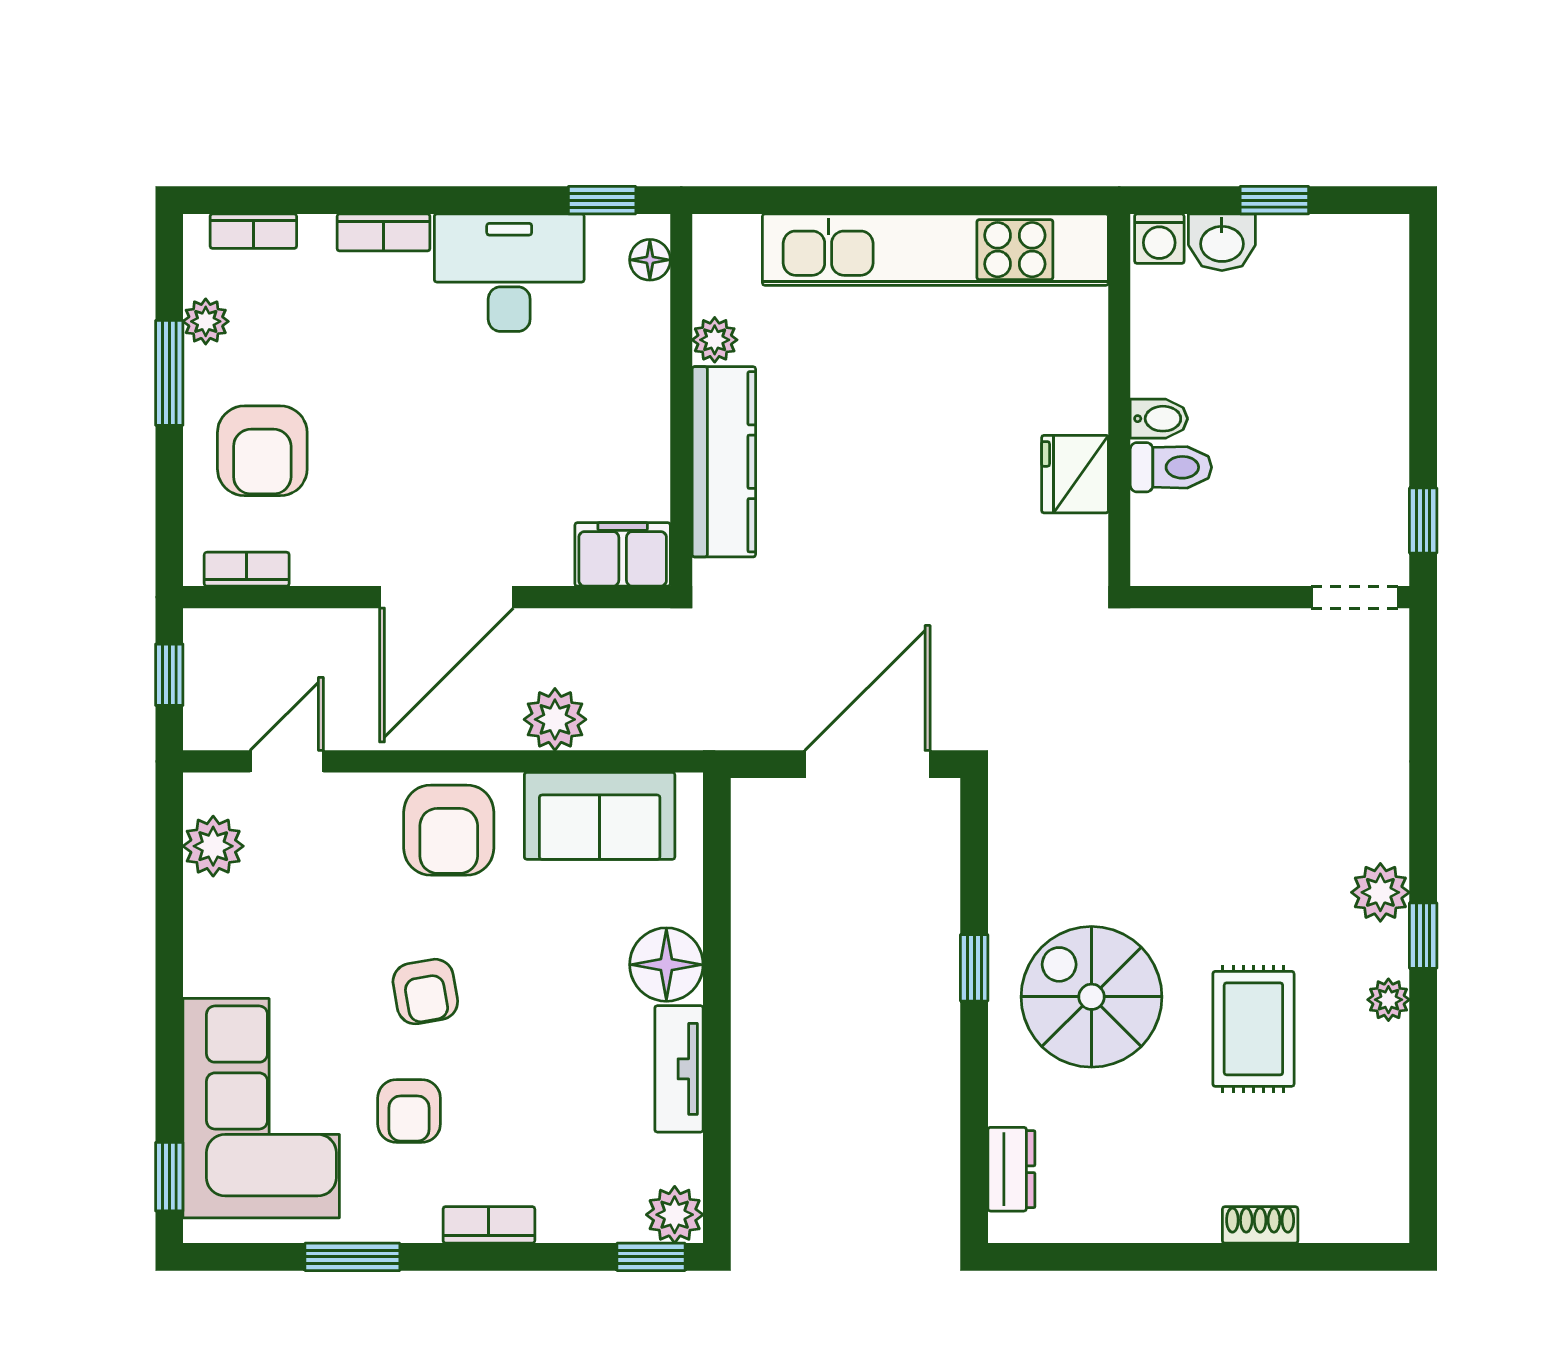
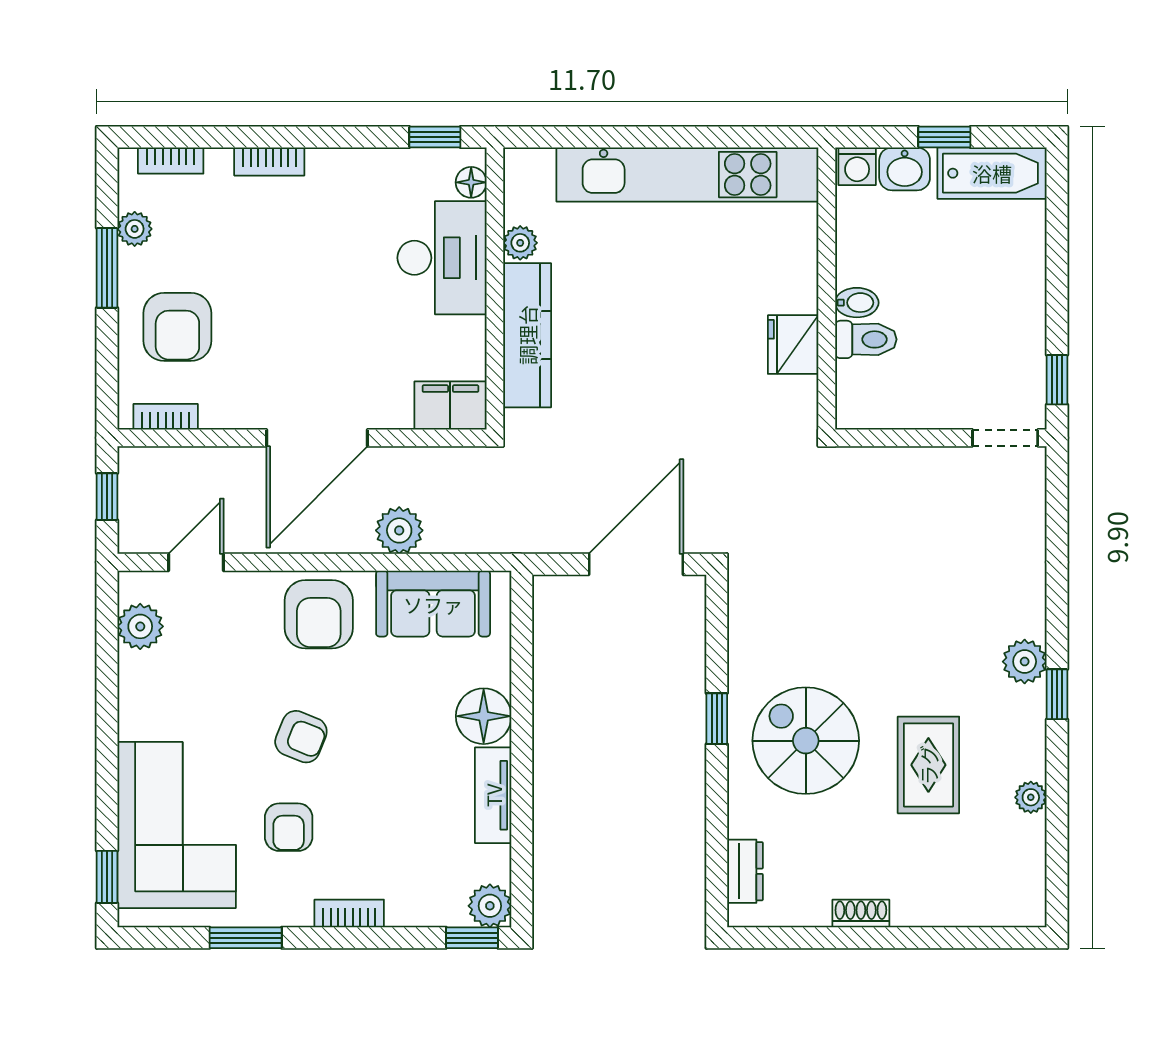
bathtub: (1337, 248) -> (992, 173), added
desk: (509, 273) -> (442, 258), moved, turned 90
armchair: (425, 992) -> (301, 737), turned -58
plant: (1388, 1000) -> (1031, 797), moved
shoe rack: (1260, 1225) -> (861, 913), moved

